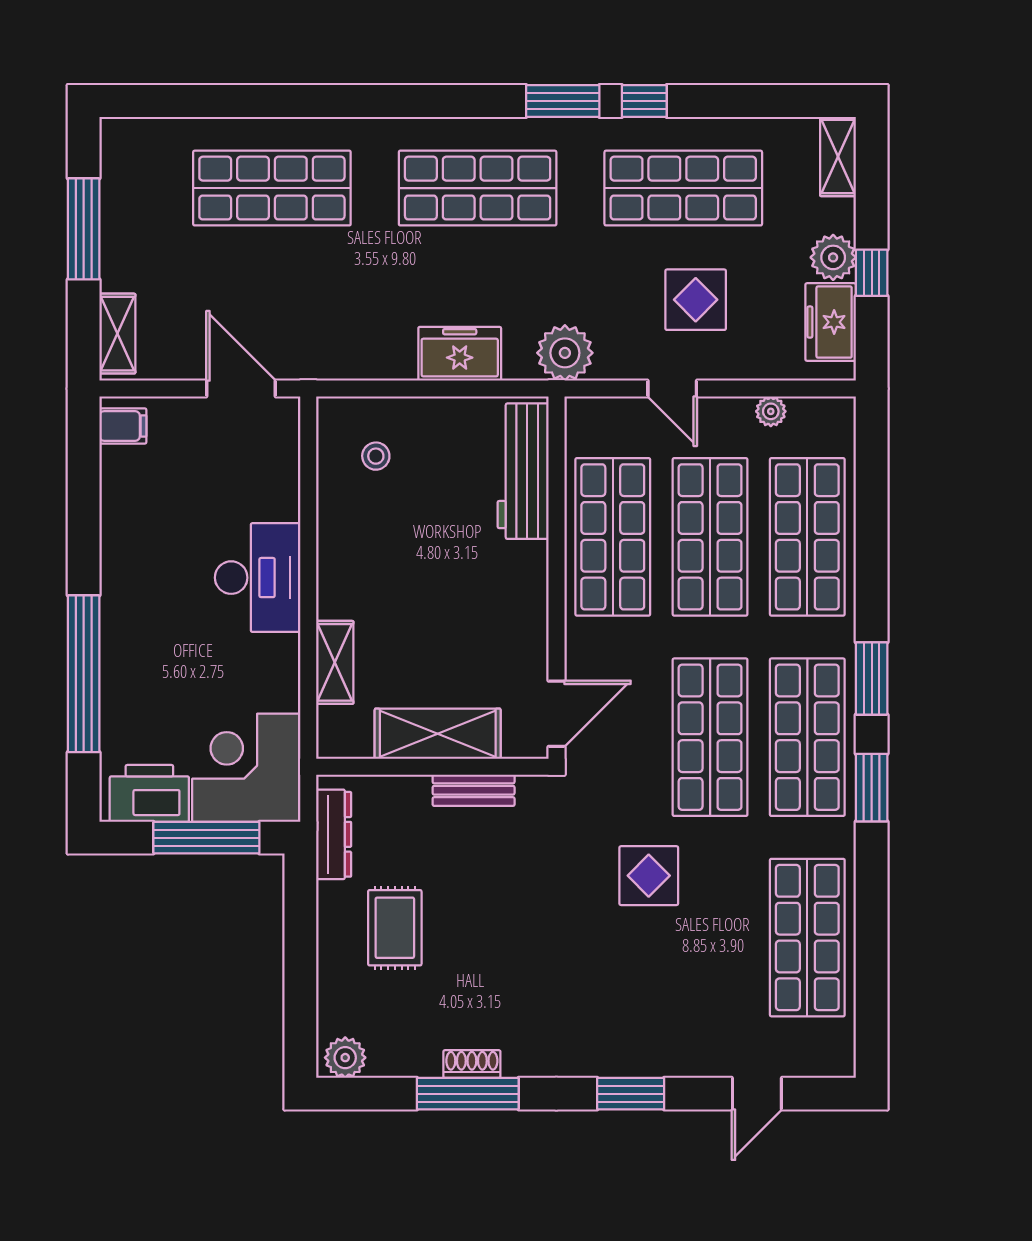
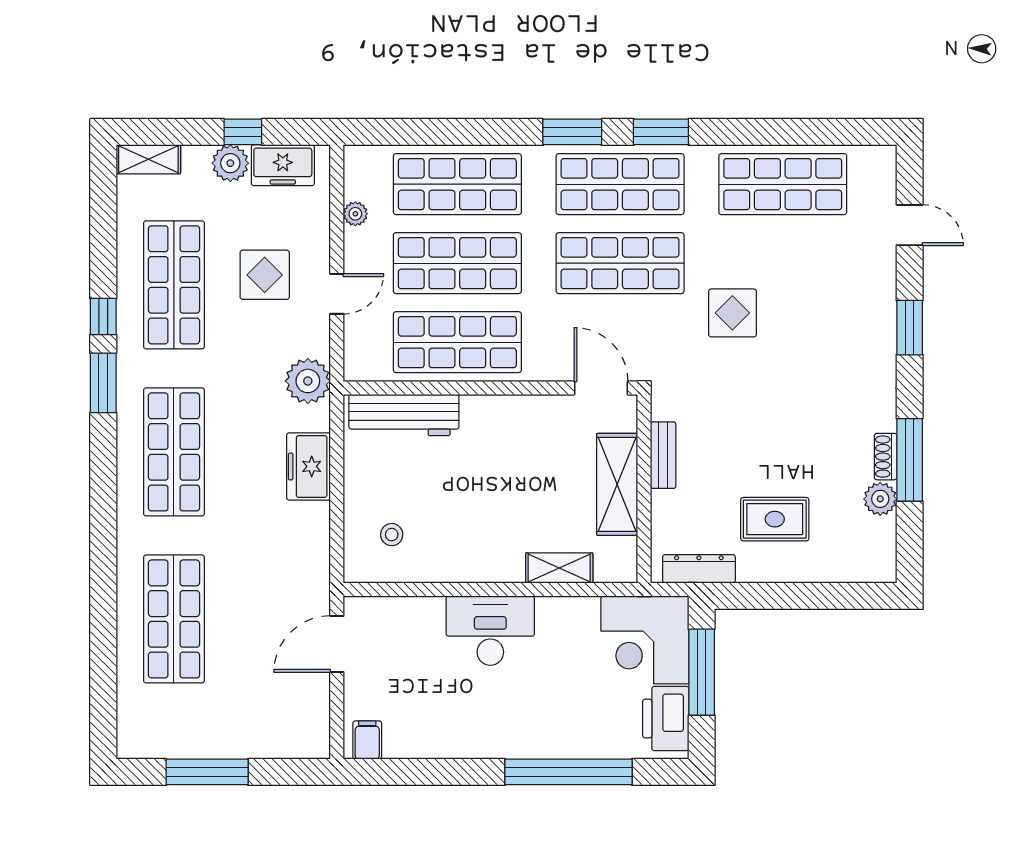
shelving: (117, 334) -> (292, 745), removed
plant: (345, 1058) -> (880, 499), moved

